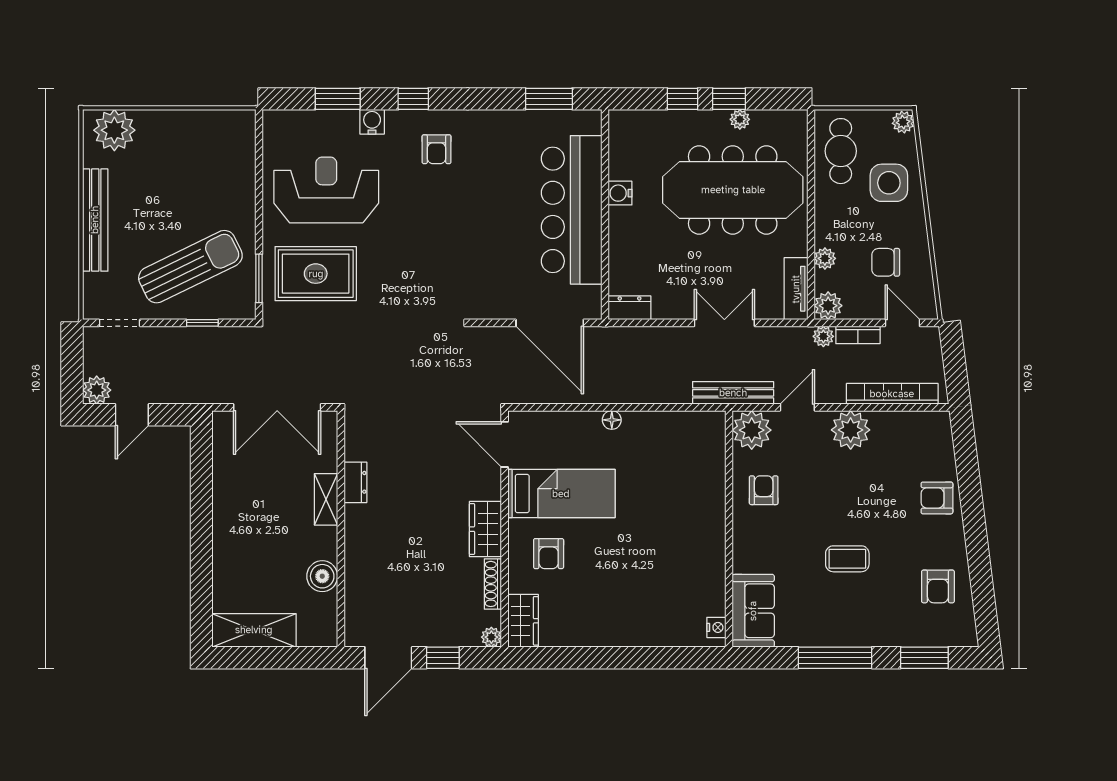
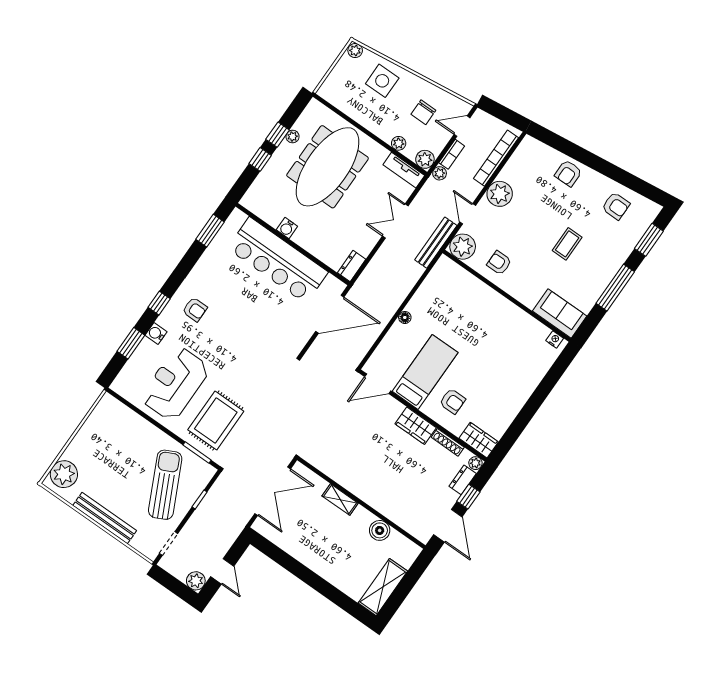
cafe table: (841, 151) -> (347, 95), removed
dresser: (355, 482) -> (463, 480), moved, turned -90

